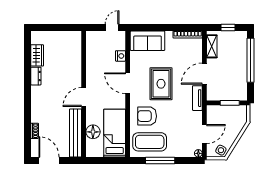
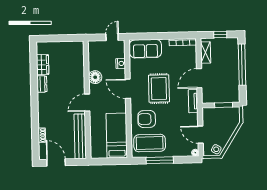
floor lamp: (93, 132) -> (95, 77), moved
door: (204, 134) -> (200, 135), swing flipped

